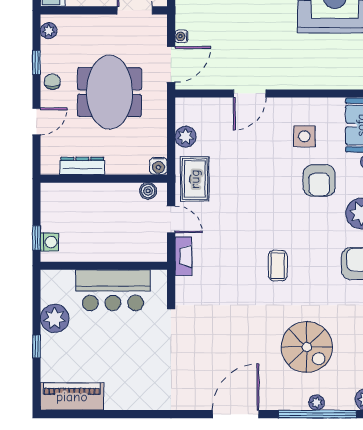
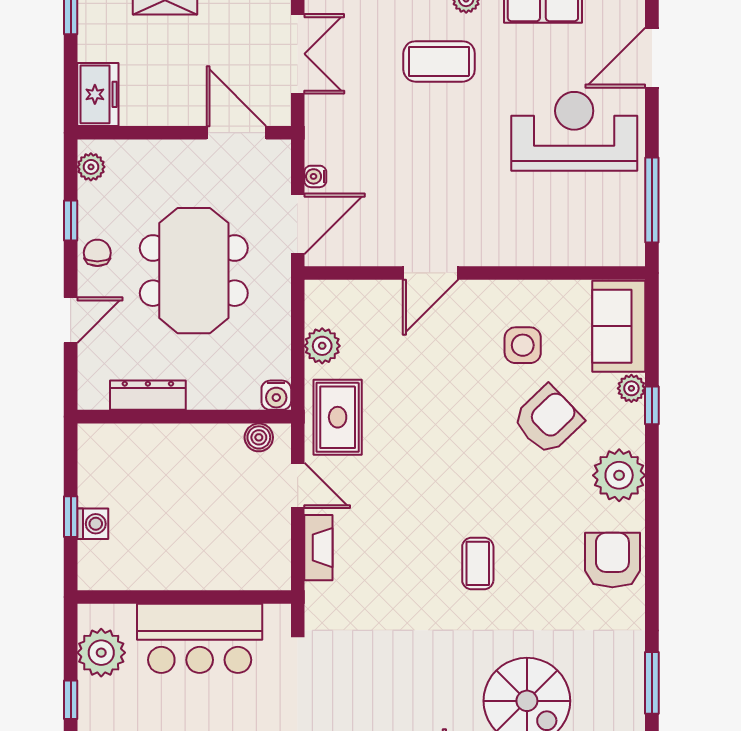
armchair: (319, 181) -> (548, 420), turned -134
wall: (104, 266) -> (184, 597), moved
bar counter: (113, 290) -> (200, 638), moved

